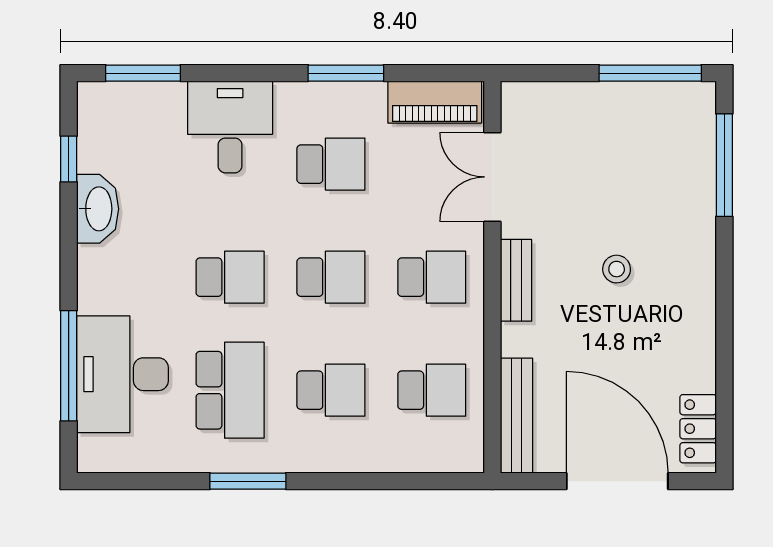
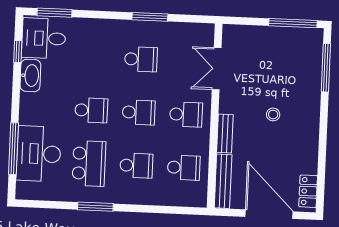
piano: (435, 102) -> (191, 32), removed
desk: (230, 127) -> (44, 38), moved, turned -90
bench: (516, 280) -> (225, 133), moved

